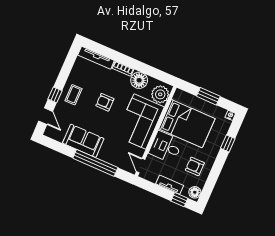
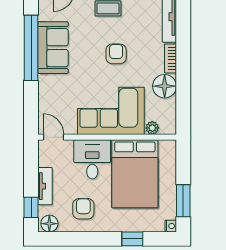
plant: (160, 94) -> (152, 128), width x0.53, depth x0.53
window: (208, 96) -> (183, 201), moved
window: (95, 163) -> (31, 48), moved
door: (141, 166) -> (53, 137), hinge flipped

